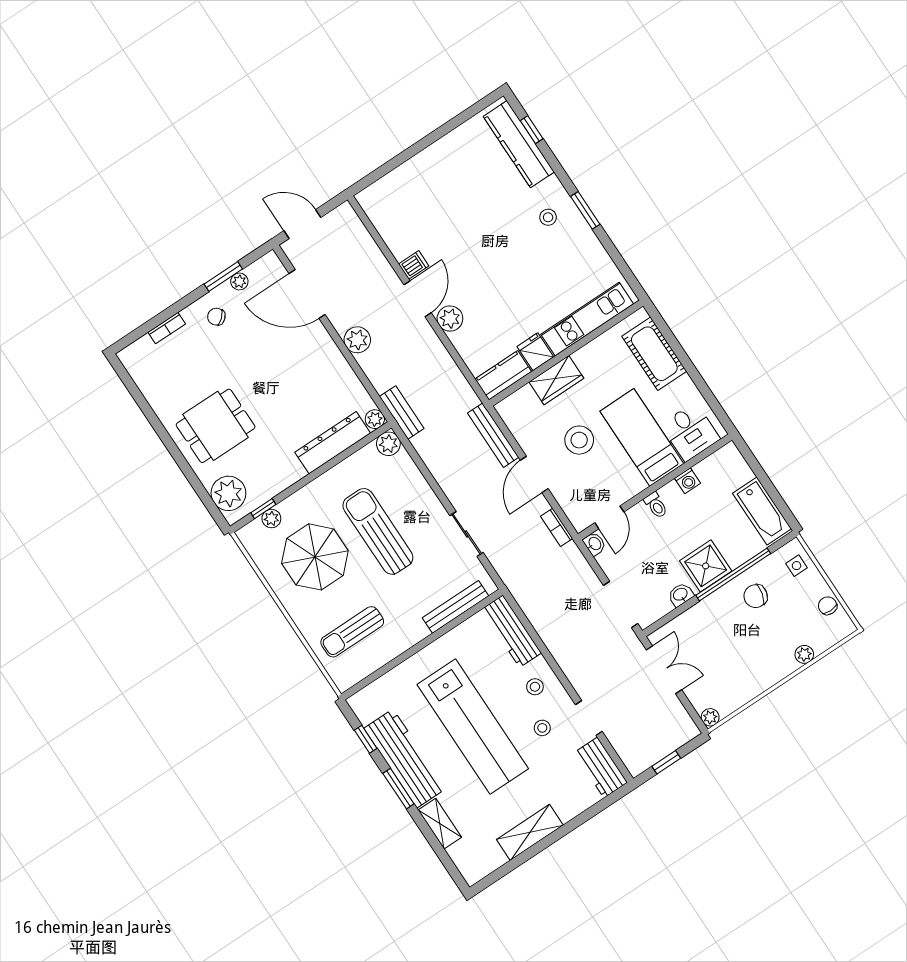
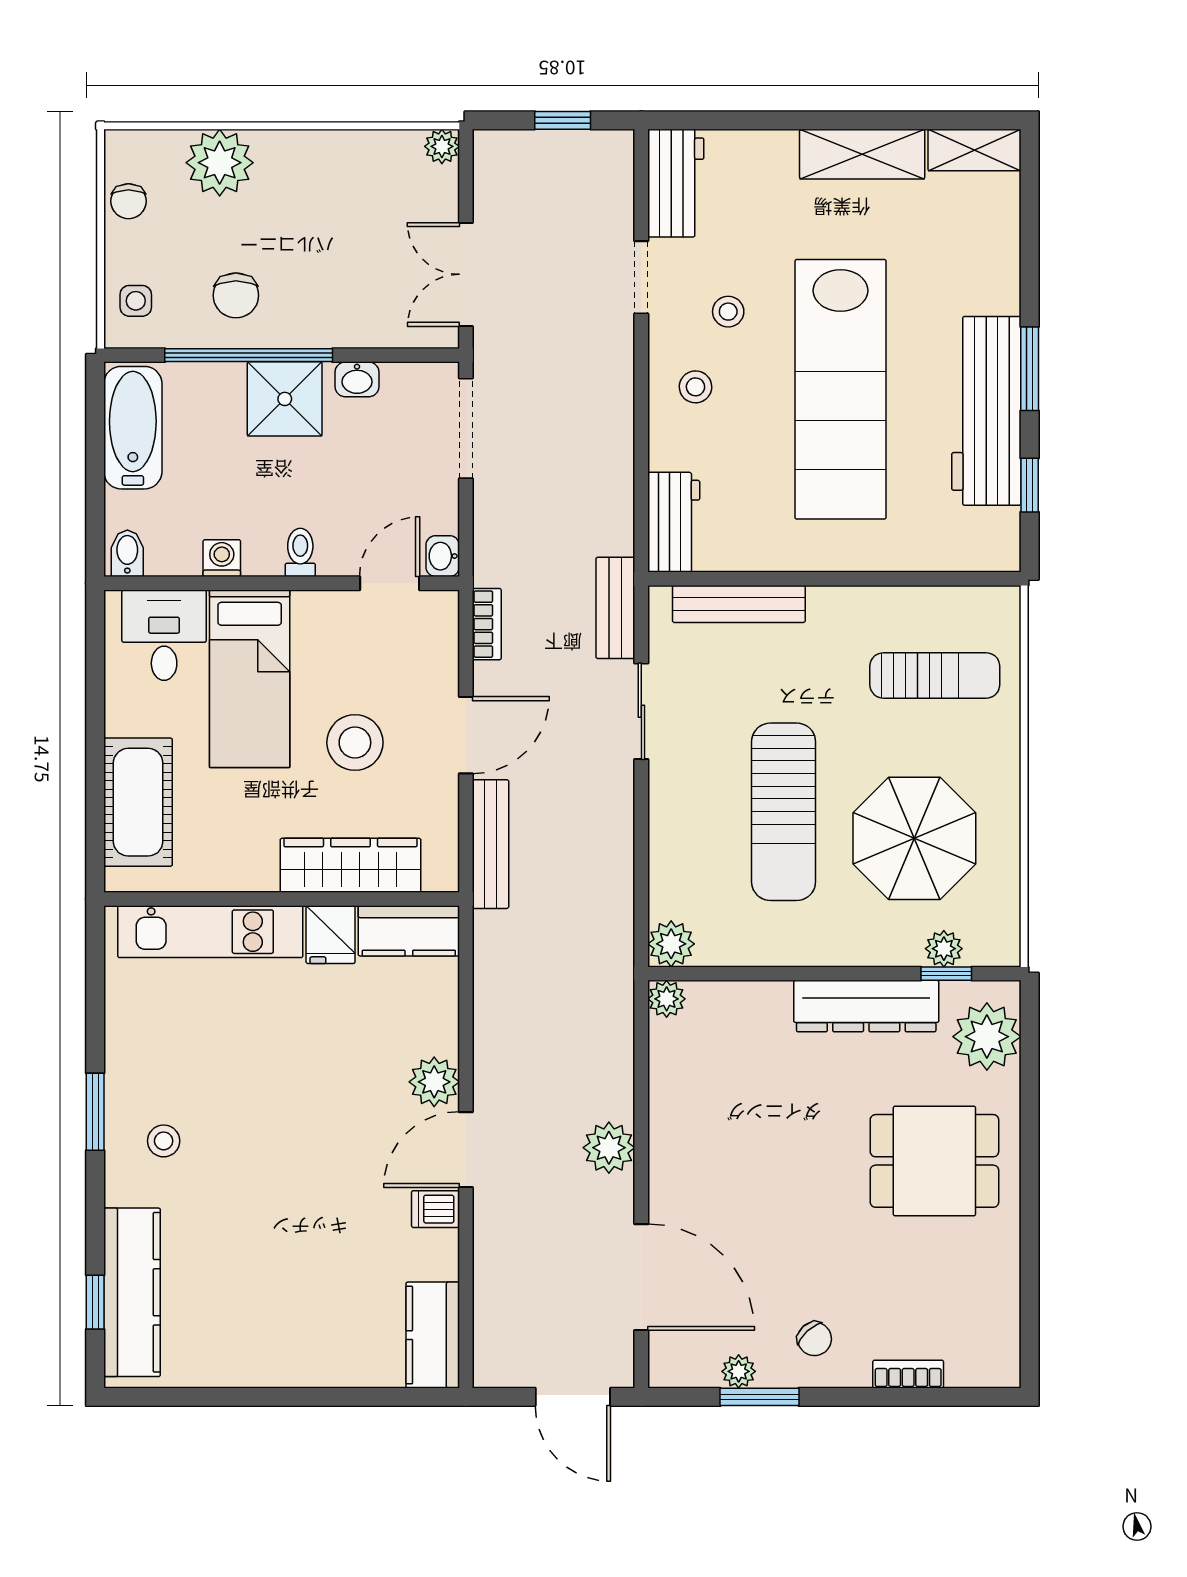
kitchen counter: (379, 211) -> (433, 1335), added
wardrobe: (556, 380) -> (351, 865), width x1.50
bench: (402, 413) -> (615, 608), moved
dresser: (333, 443) -> (866, 1006), moved
bidet: (729, 456) -> (127, 553), added
chair: (756, 596) -> (236, 295), turned 77
workbench: (511, 631) -> (674, 522), width x0.73
plant: (804, 654) -> (220, 163), width x1.88, depth x1.88
lab bench: (473, 727) -> (840, 389), turned 180
shelving: (440, 824) -> (974, 150), moved, turned 90

